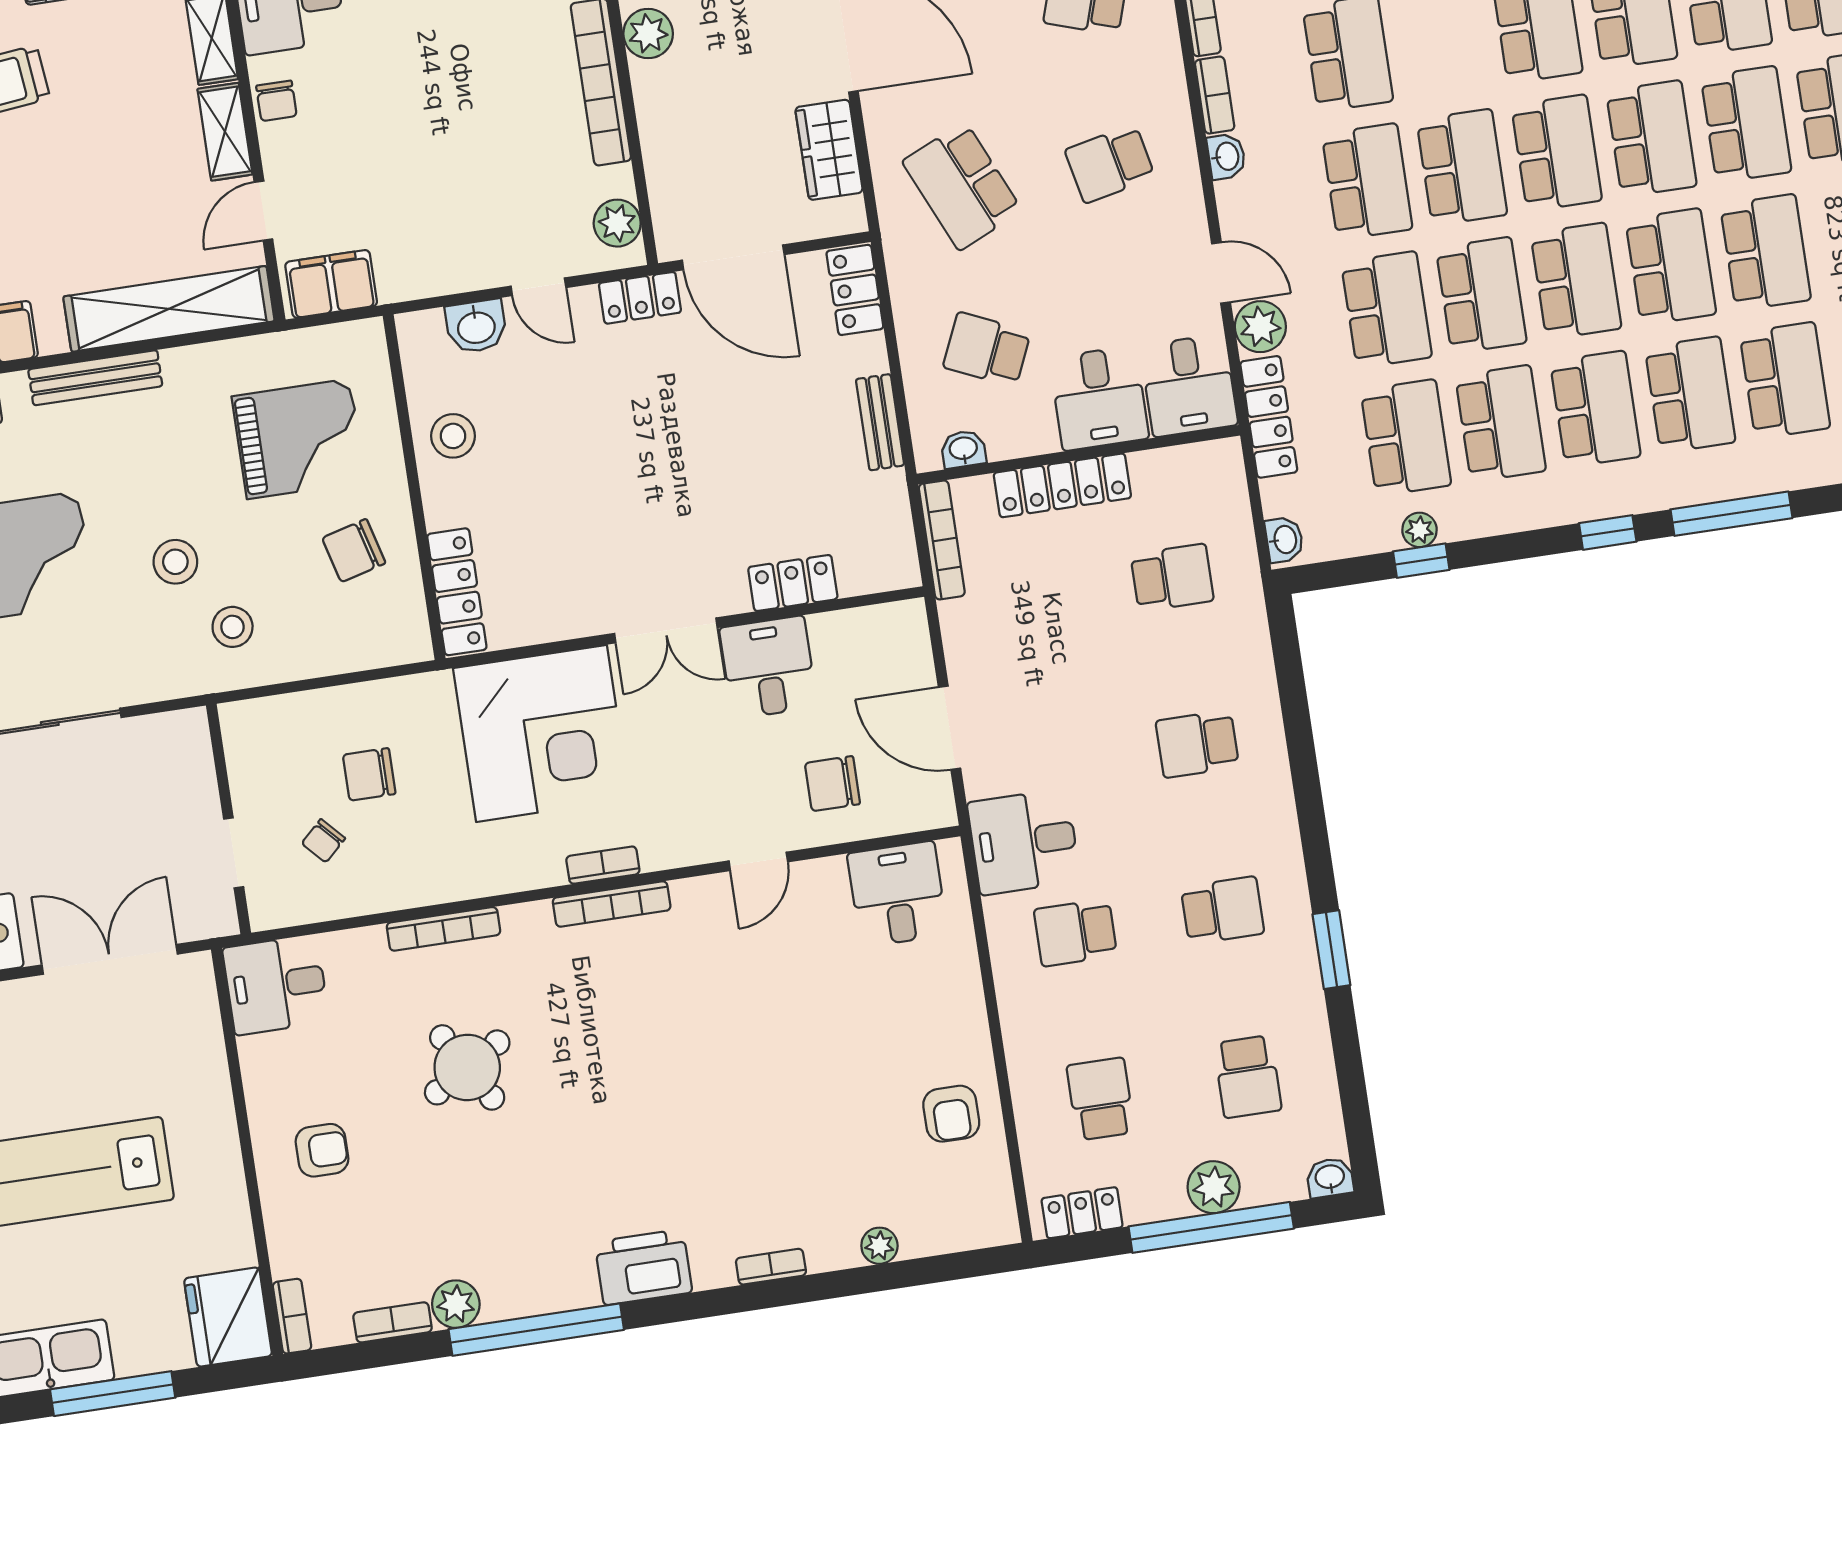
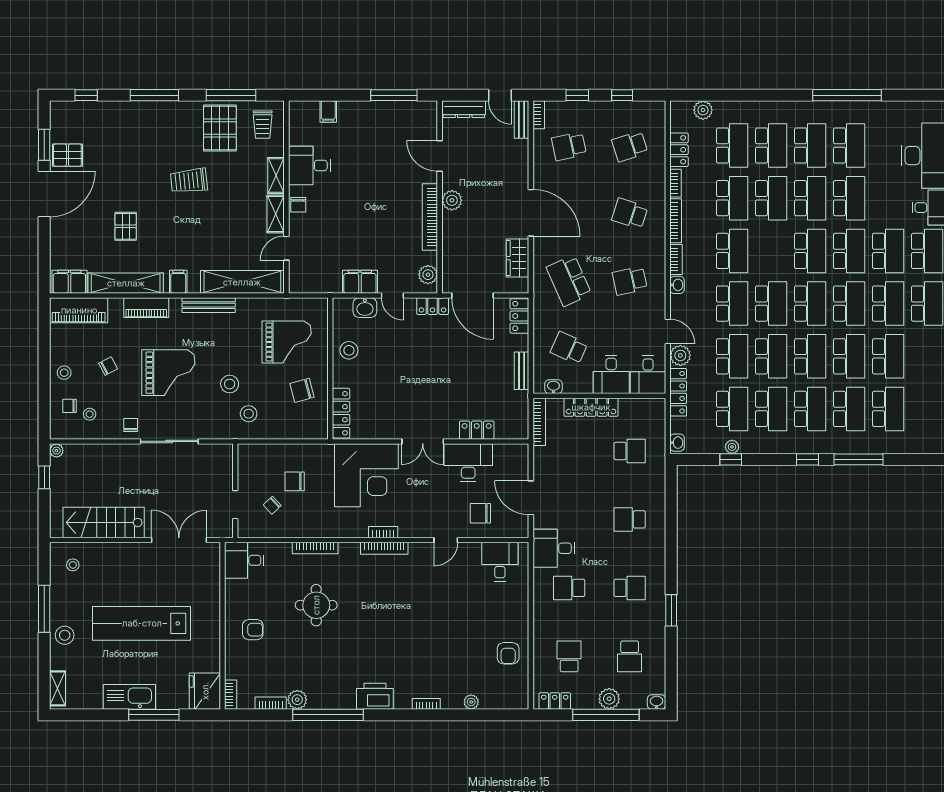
filing cabinet: (331, 284) -> (360, 282), moved
desk: (768, 667) -> (468, 463), width x1.37
round table: (467, 1067) -> (316, 605), turned 31

